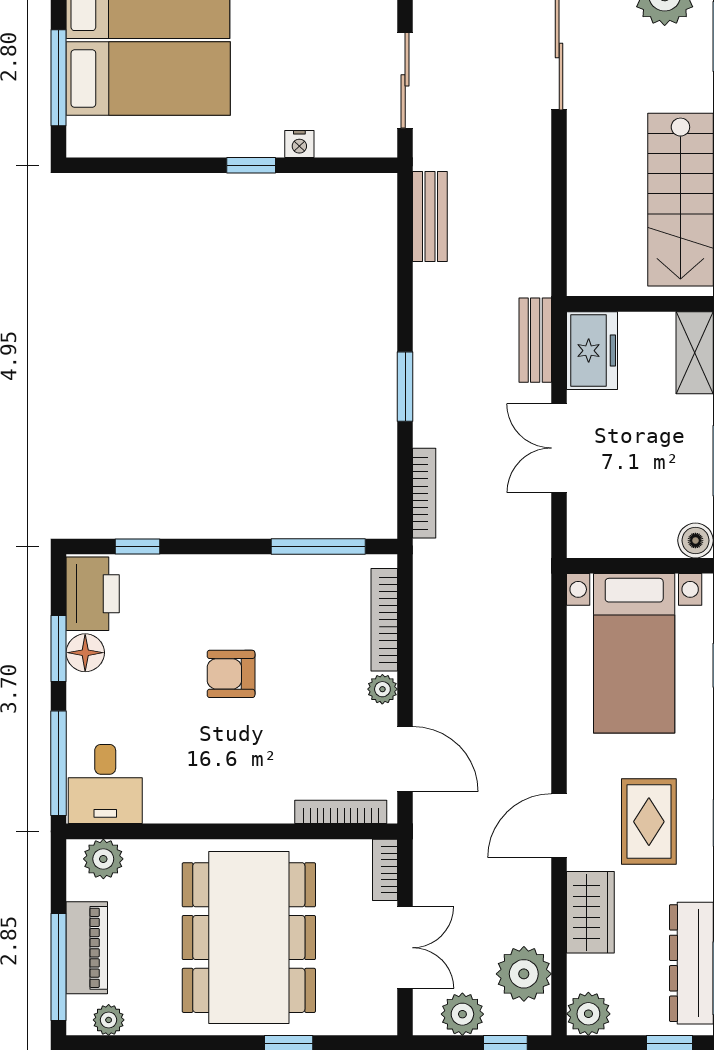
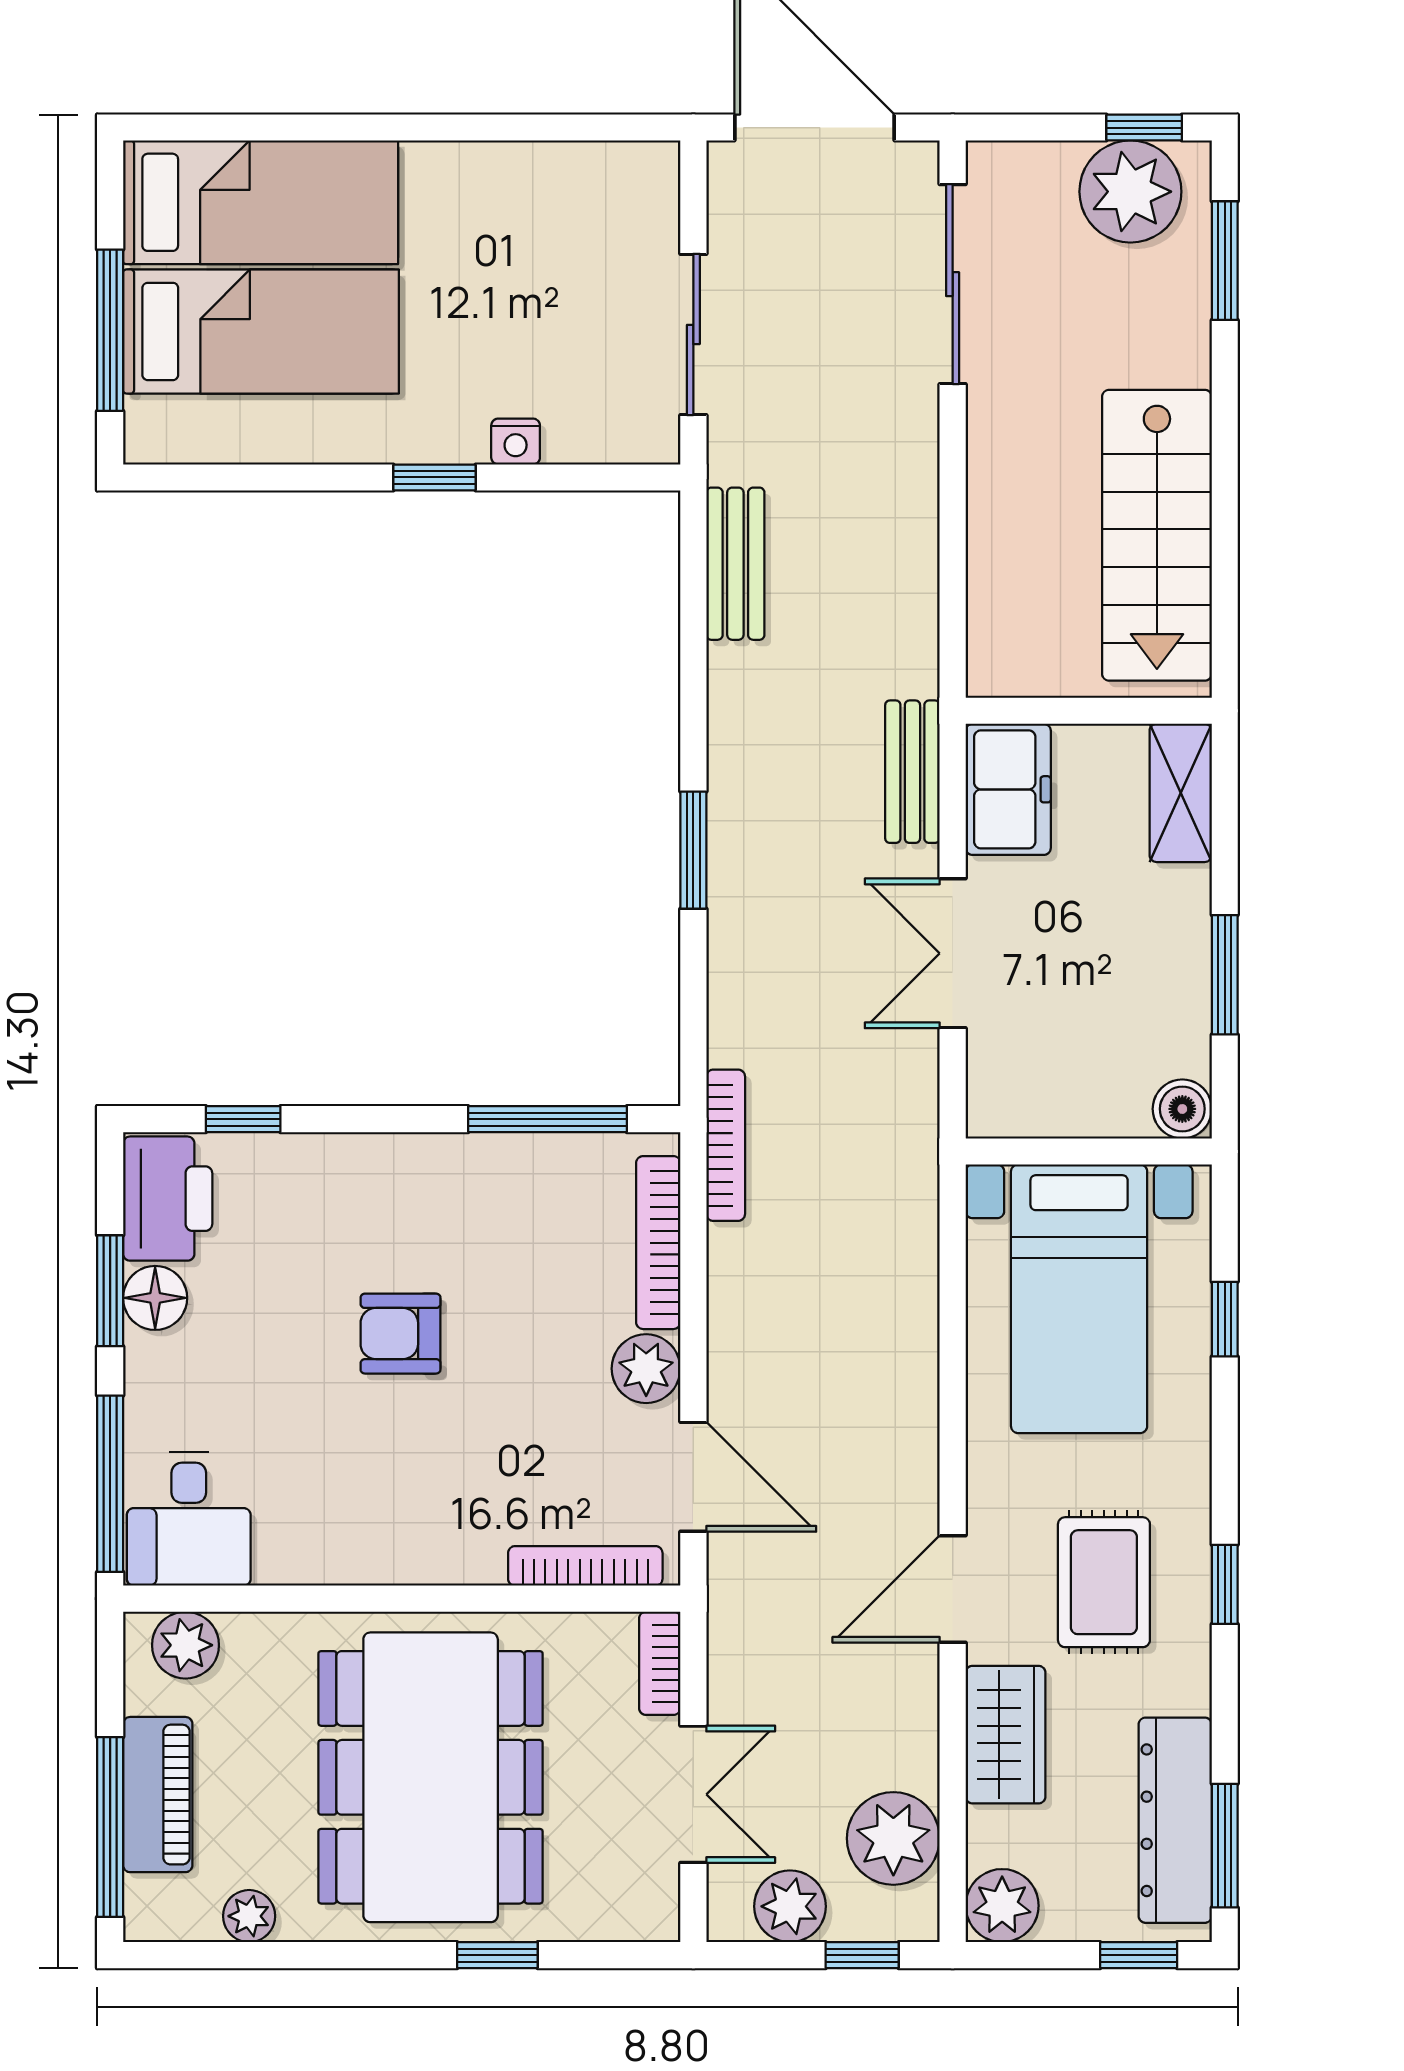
bookcase: (424, 493) -> (726, 1145), moved
plant: (382, 689) -> (646, 1369), width x1.38, depth x1.38
plant: (109, 1020) -> (249, 1916), moved

